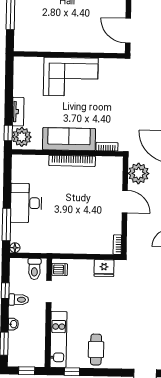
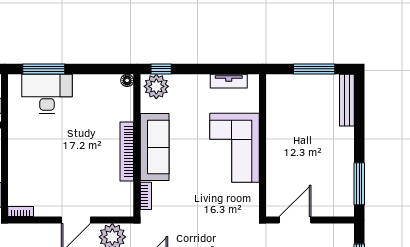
tv unit: (18, 112) -> (229, 81), moved
desk: (26, 203) -> (47, 94), moved
floor lamp: (15, 248) -> (127, 80), moved

